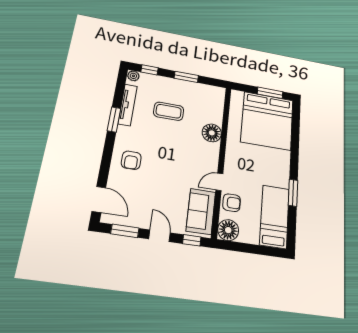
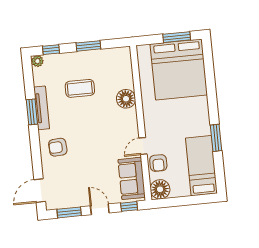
tv unit: (128, 105) -> (42, 108), moved
armchair: (131, 160) -> (58, 147), turned 87
door: (99, 199) -> (40, 191), swing flipped
armchair: (232, 203) -> (158, 163), turned 90

